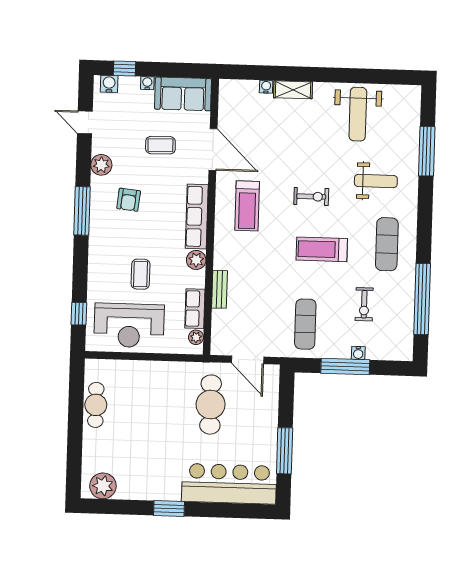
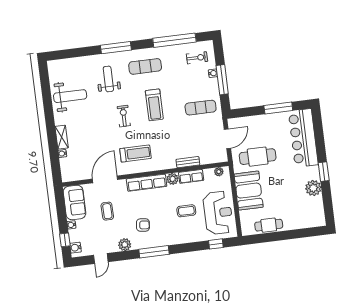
window: (427, 151) -> (116, 48), moved
exercise bike: (364, 304) -> (197, 58), moved
row of seats: (195, 309) -> (191, 176), moved
booth: (157, 381) -> (249, 191), added
plant: (103, 486) -> (313, 188), moved

